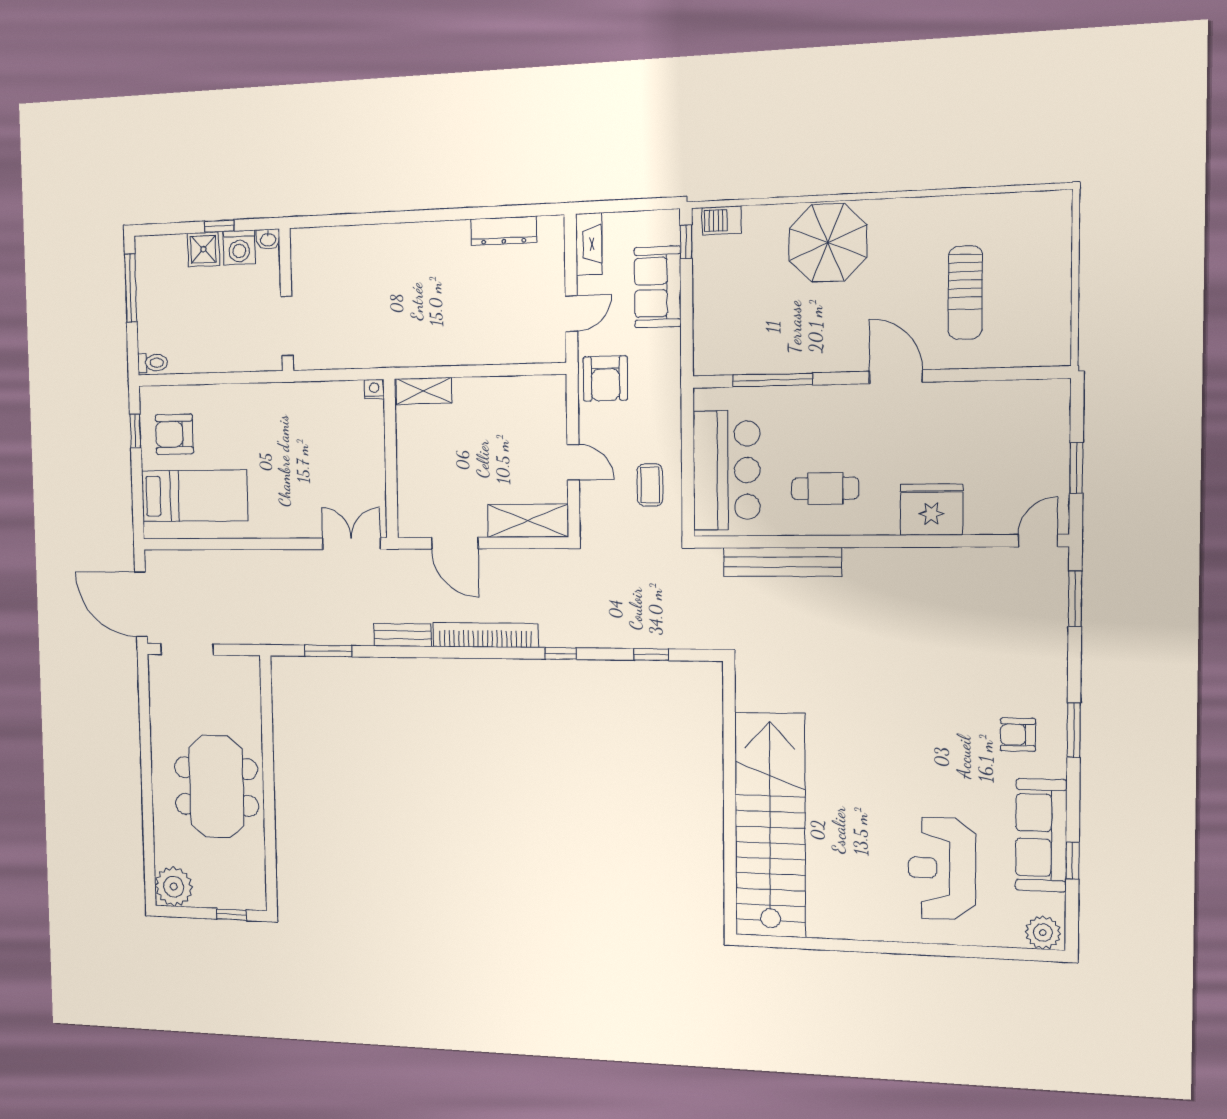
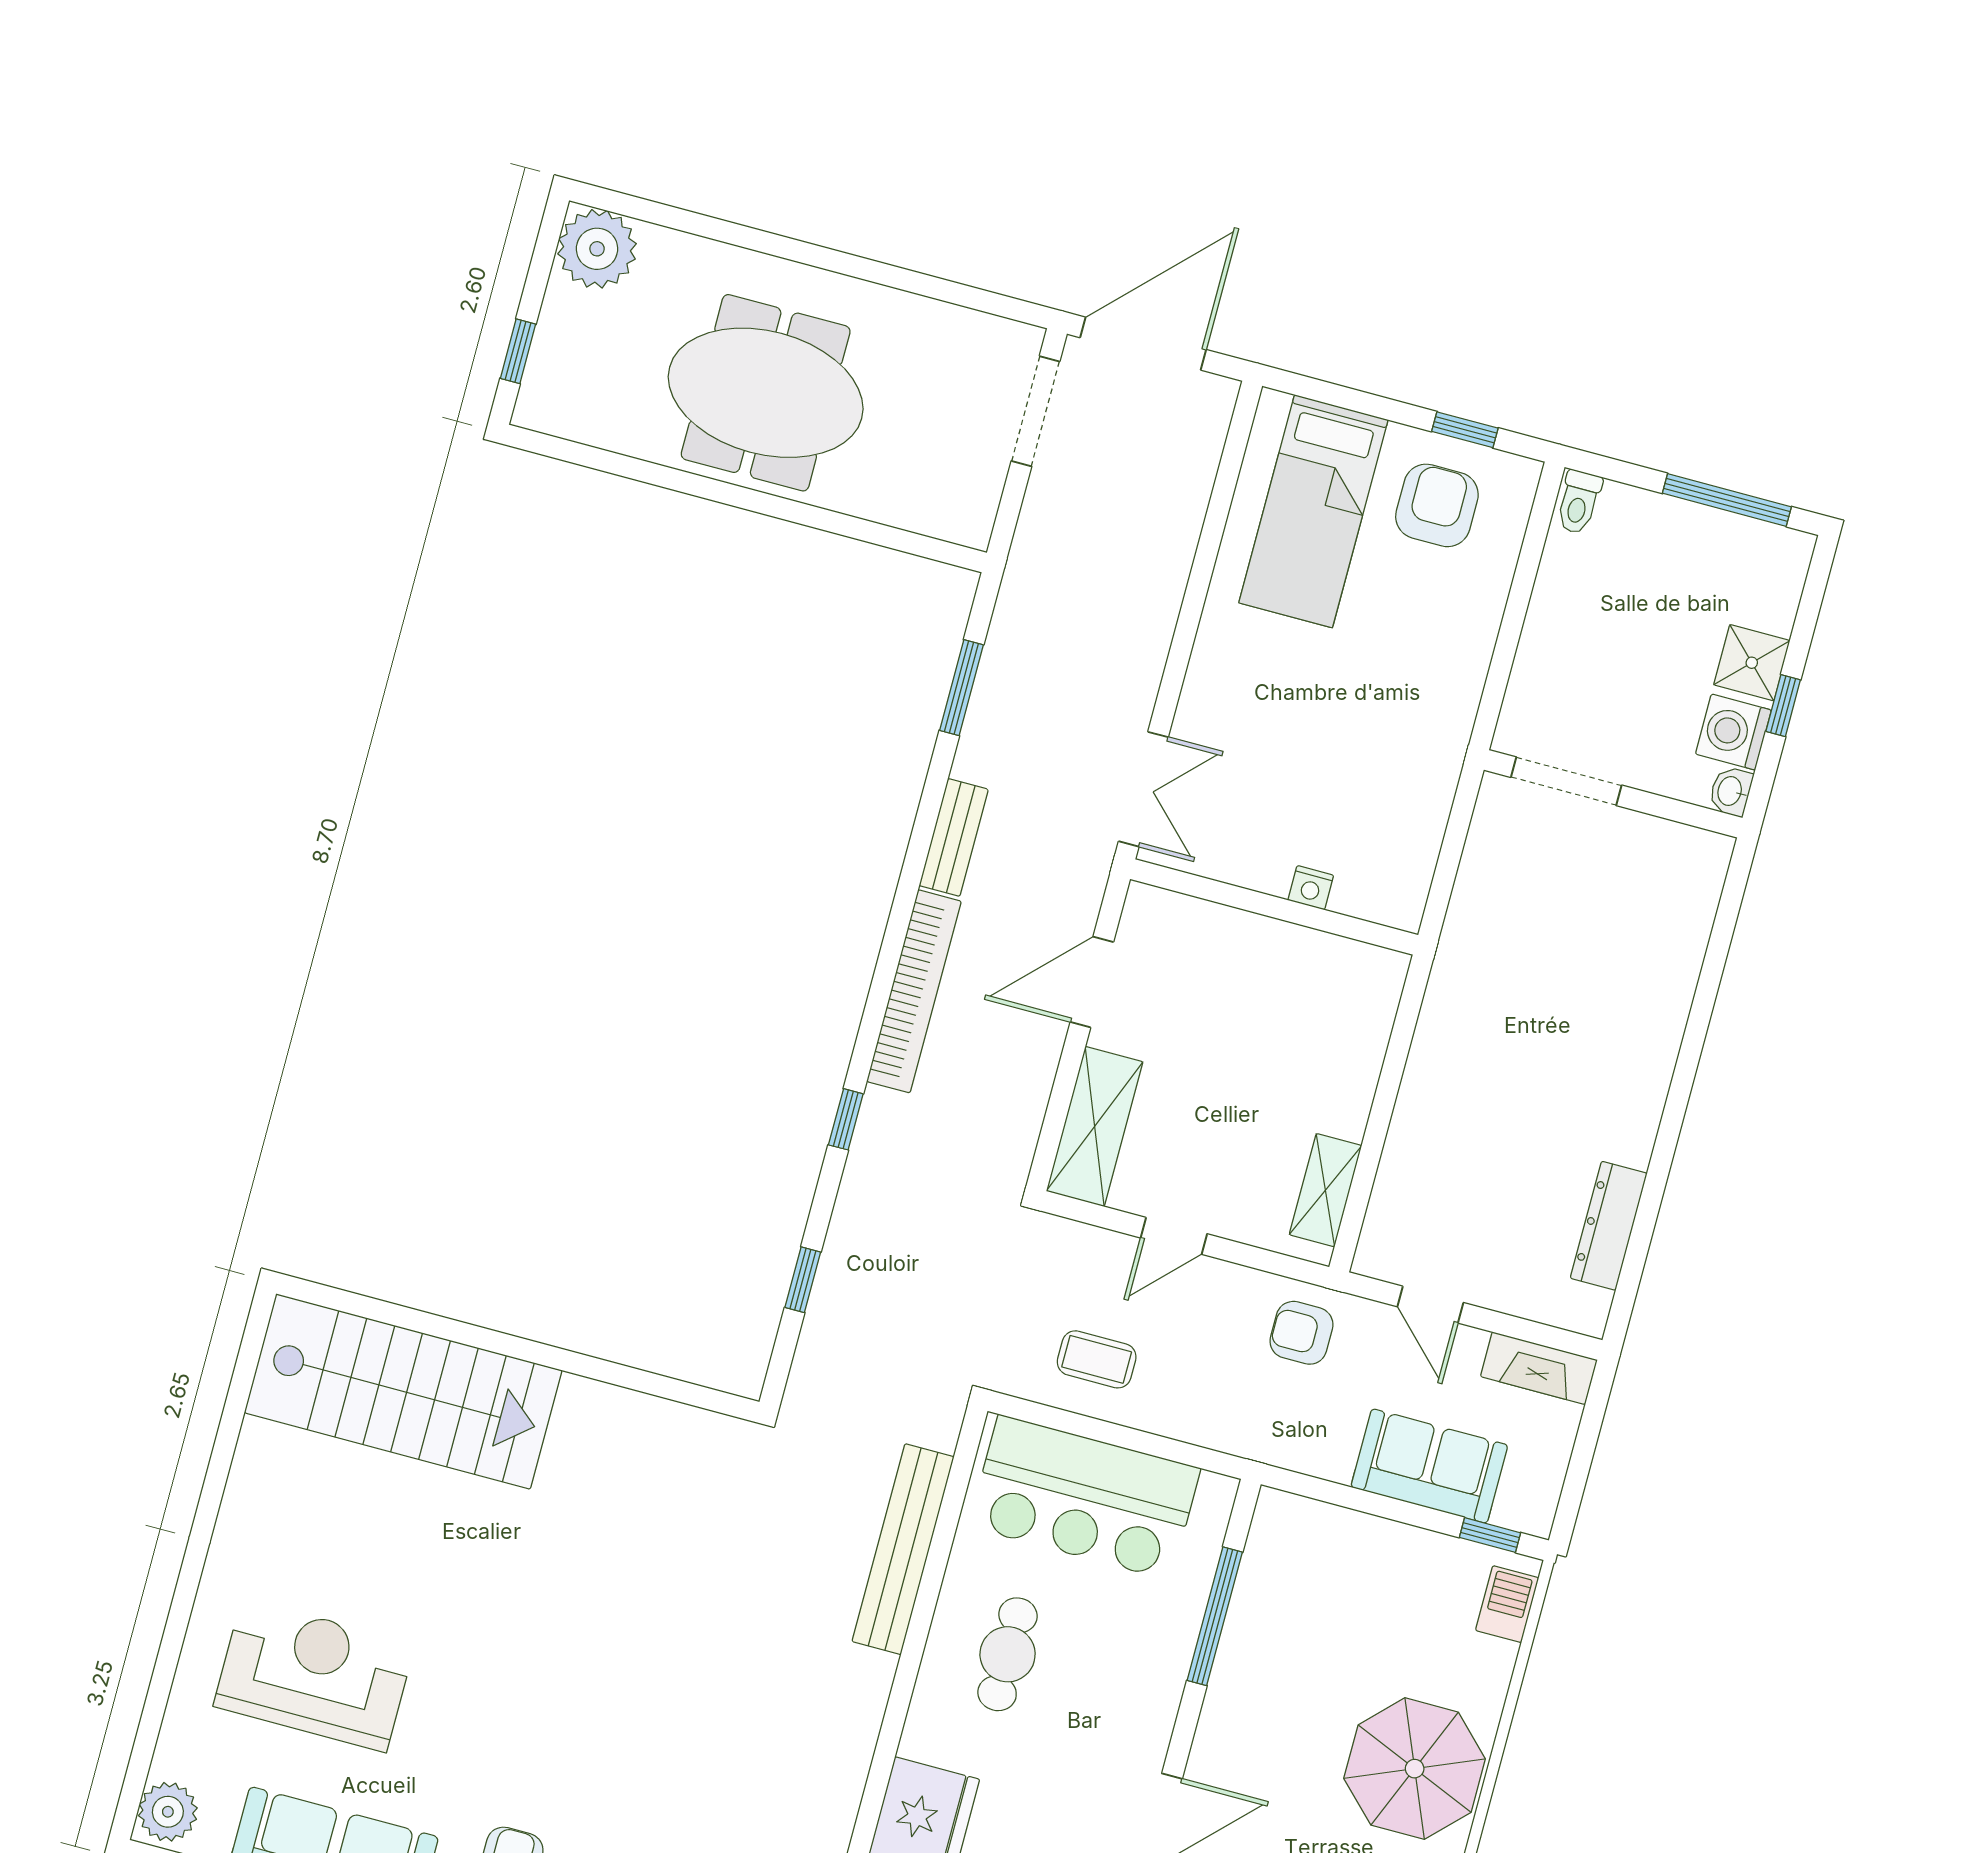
armchair: (605, 379) -> (1301, 1333), width x0.72, depth x0.72
nightstand: (374, 389) -> (1311, 888), moved, turned 90
shelving: (424, 391) -> (1325, 1190), moved
stairs: (770, 825) -> (403, 1391), width x0.73

